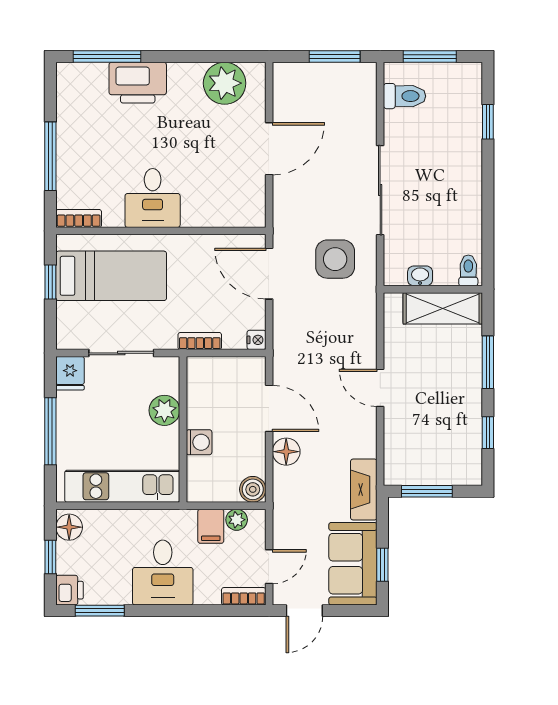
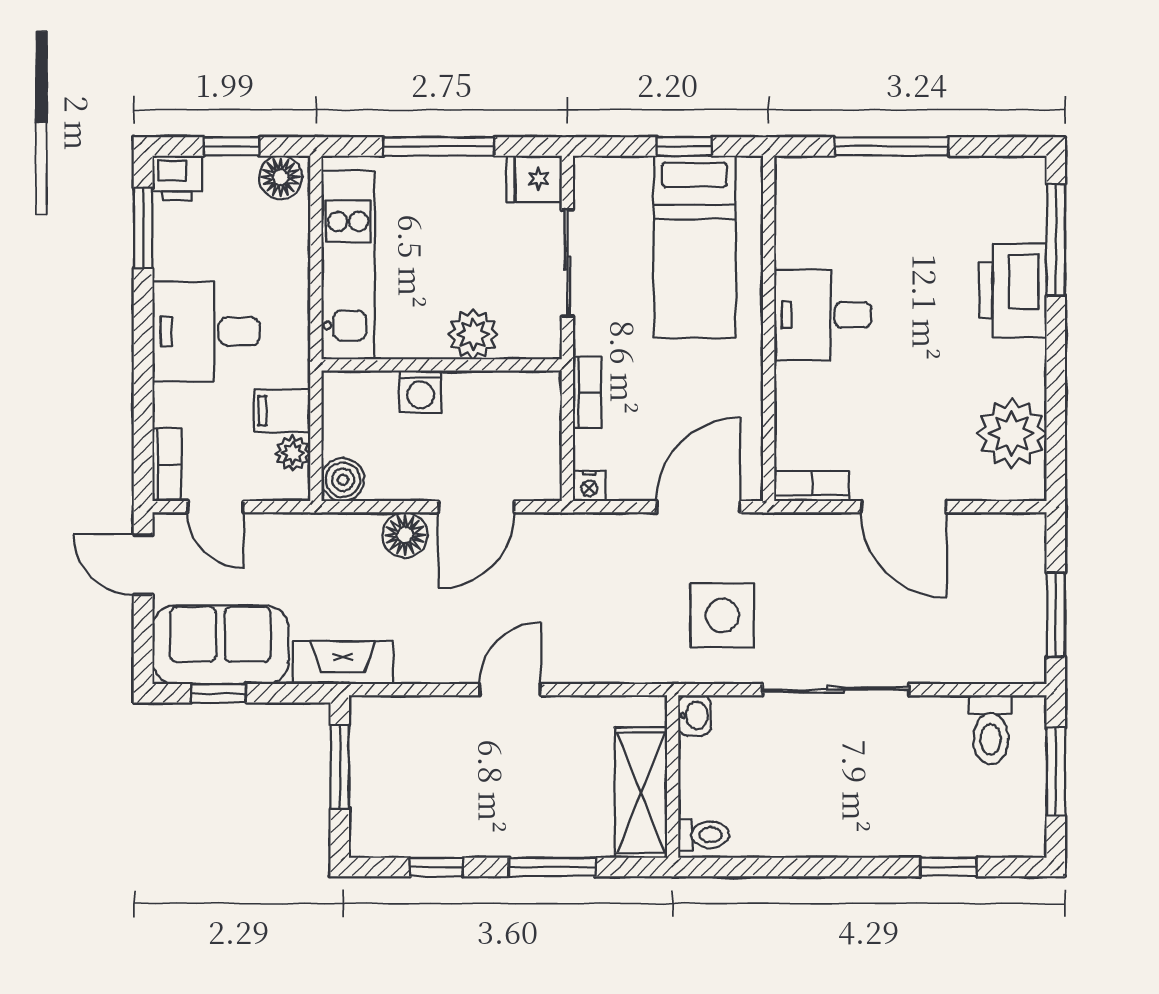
bookcase: (79, 218) -> (812, 486), moved, turned -90
washbasin: (420, 276) -> (694, 715), moved

